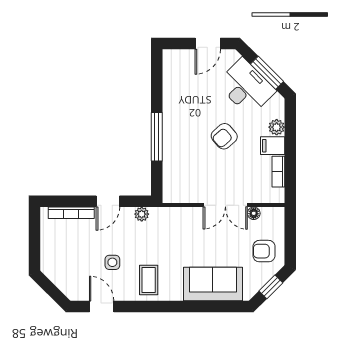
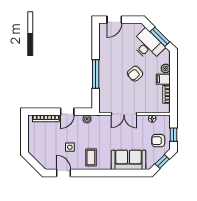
door: (208, 43) -> (114, 20), moved
double door: (225, 205) -> (124, 114), moved
window: (290, 241) -> (173, 135), added

